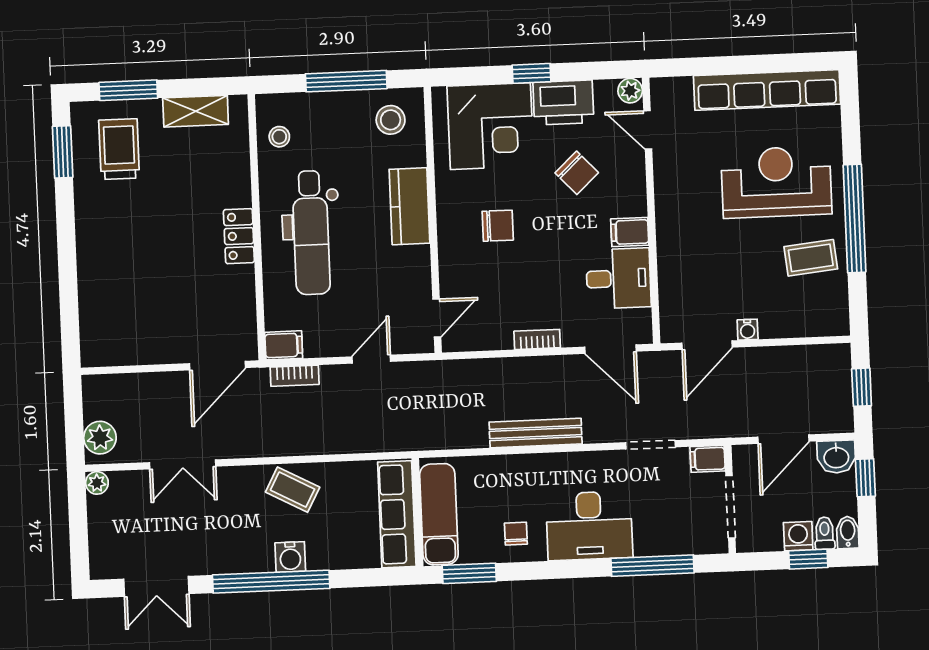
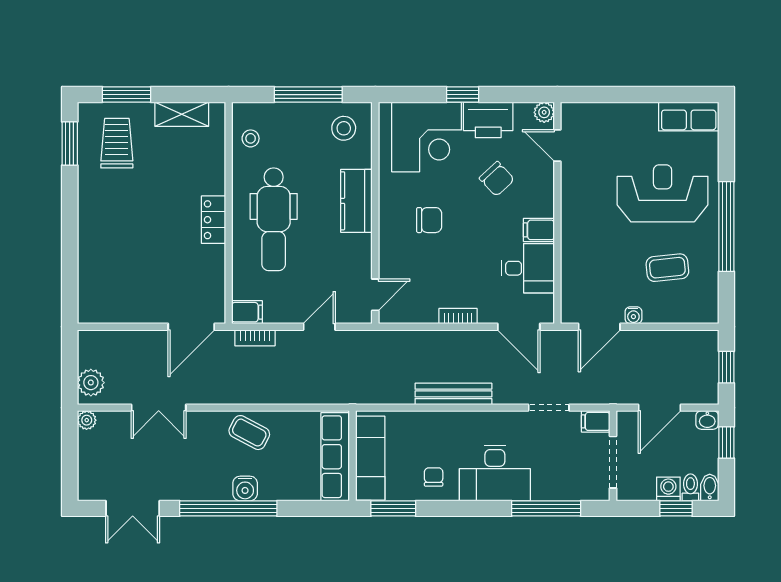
row of seats: (767, 90) -> (689, 117), width x0.50
coffee table: (811, 258) -> (667, 268), moved
washbasin: (836, 457) -> (707, 420), width x0.72, depth x0.69

